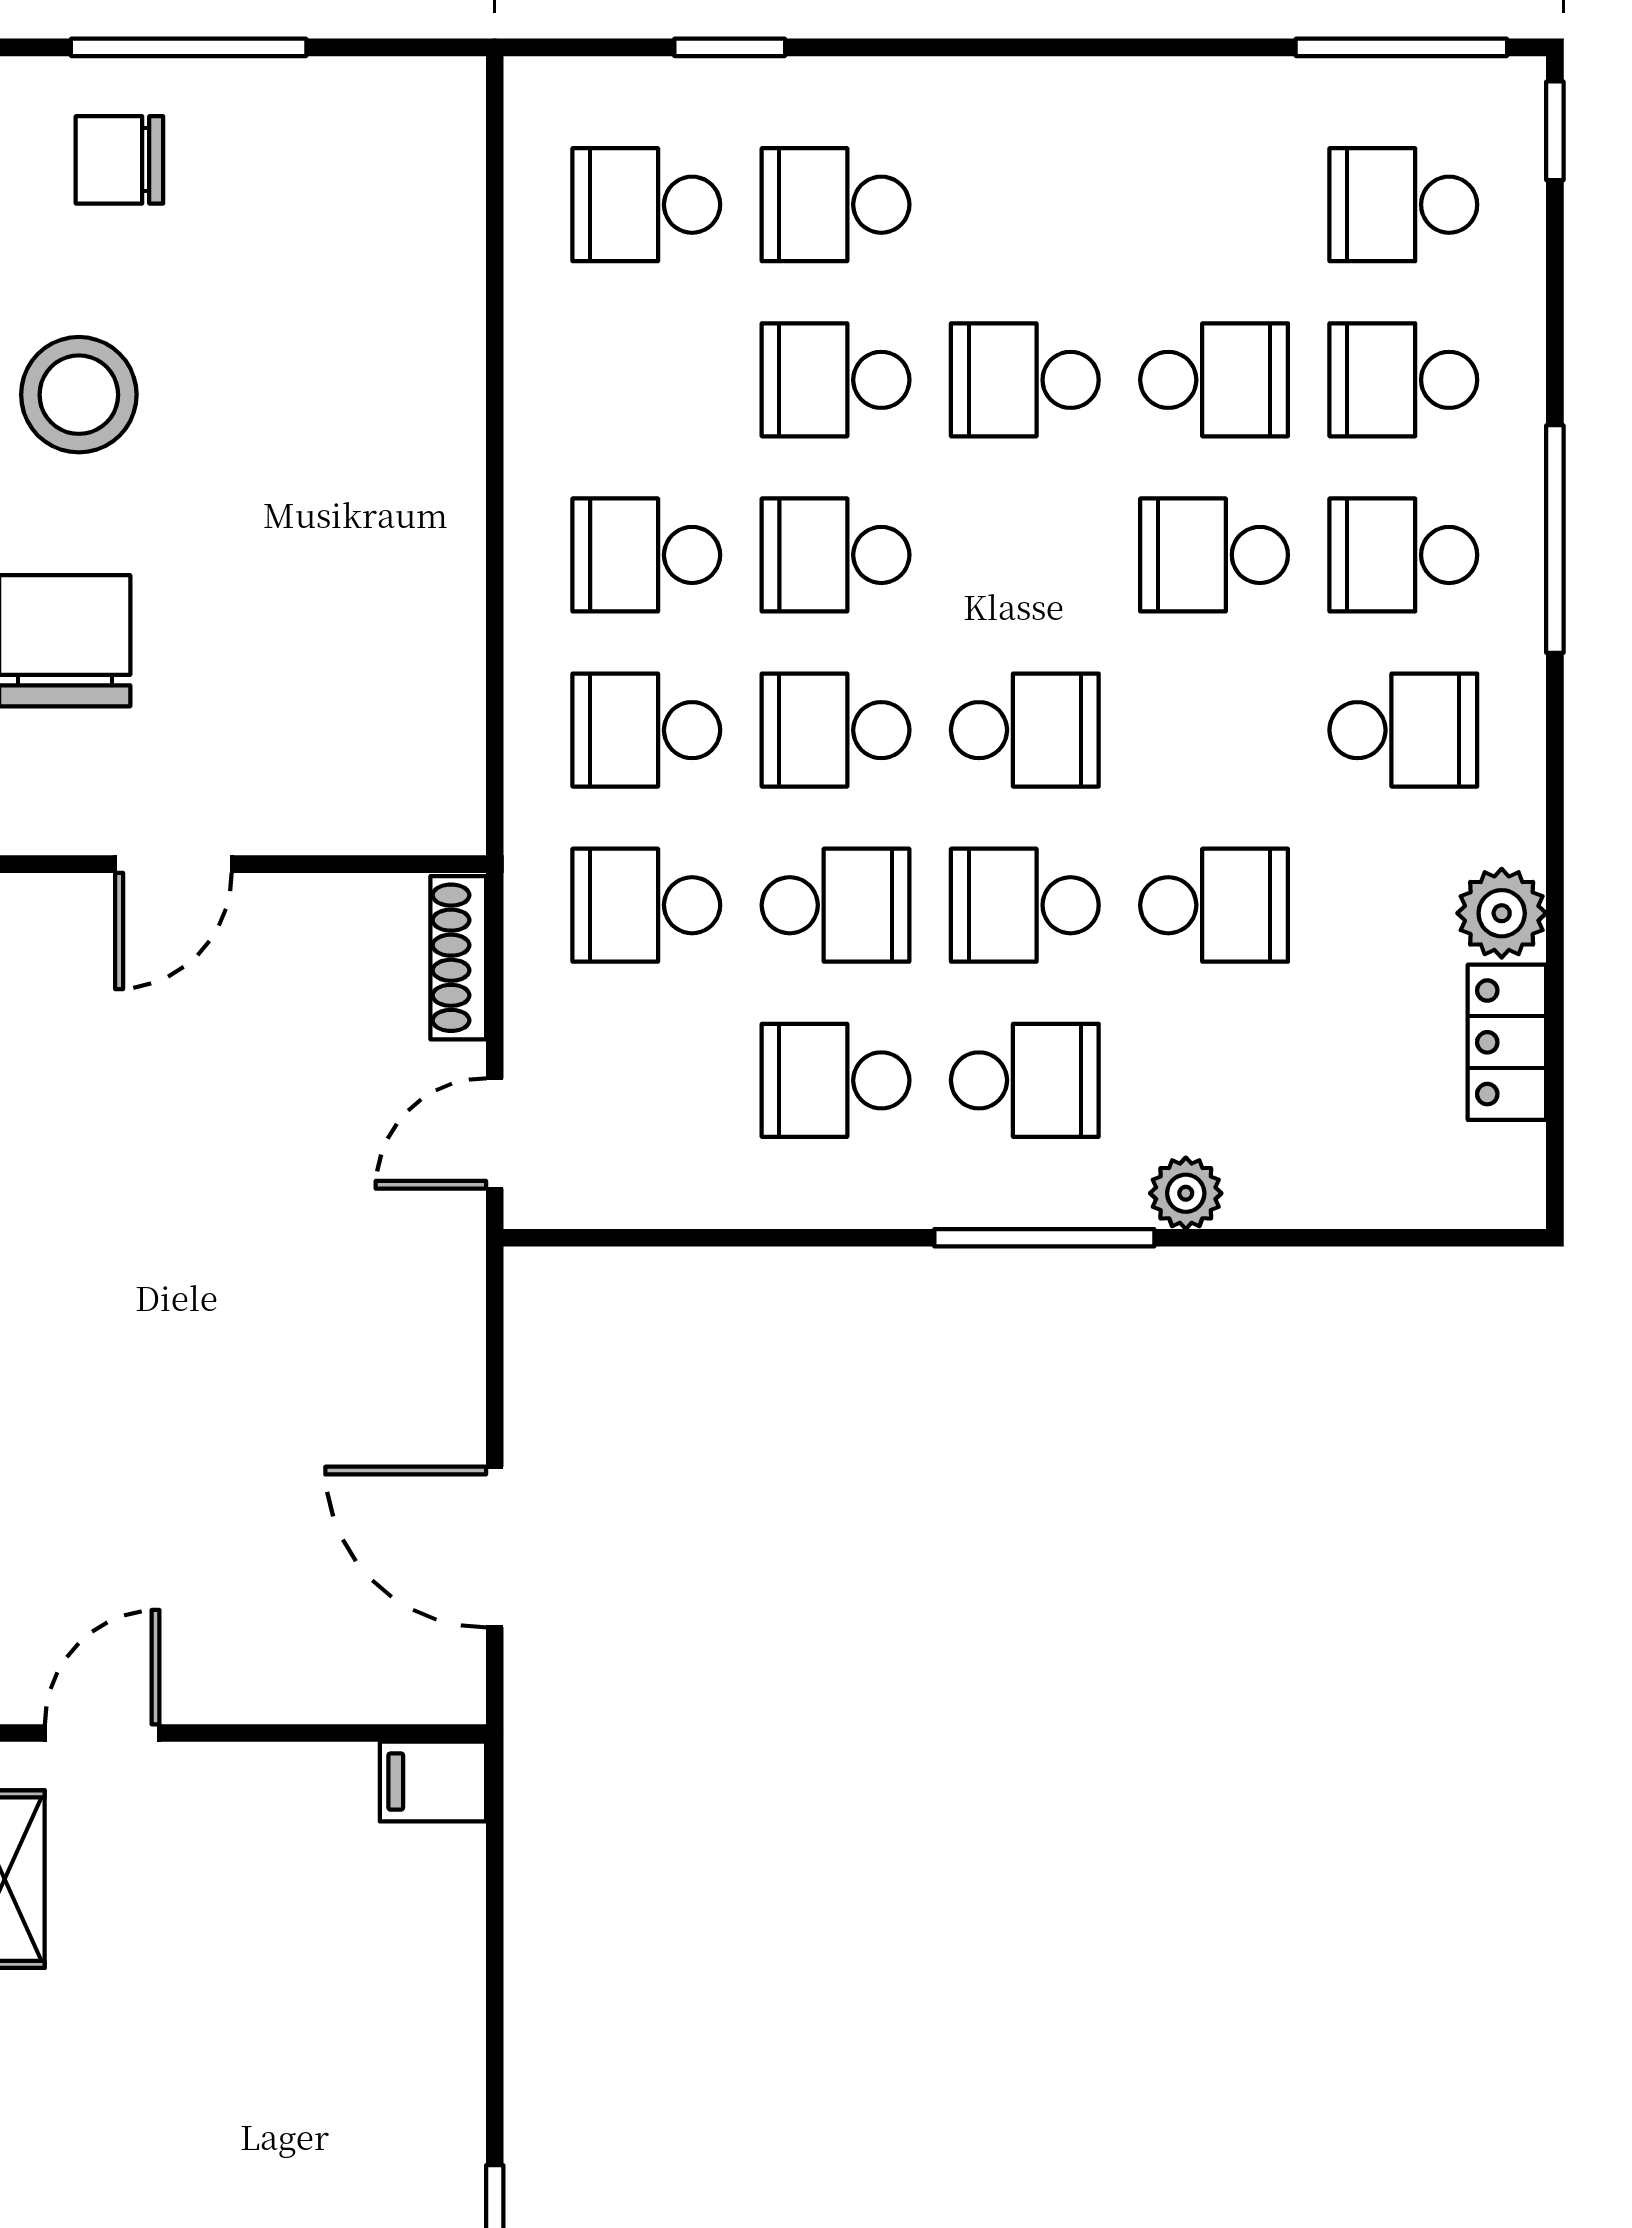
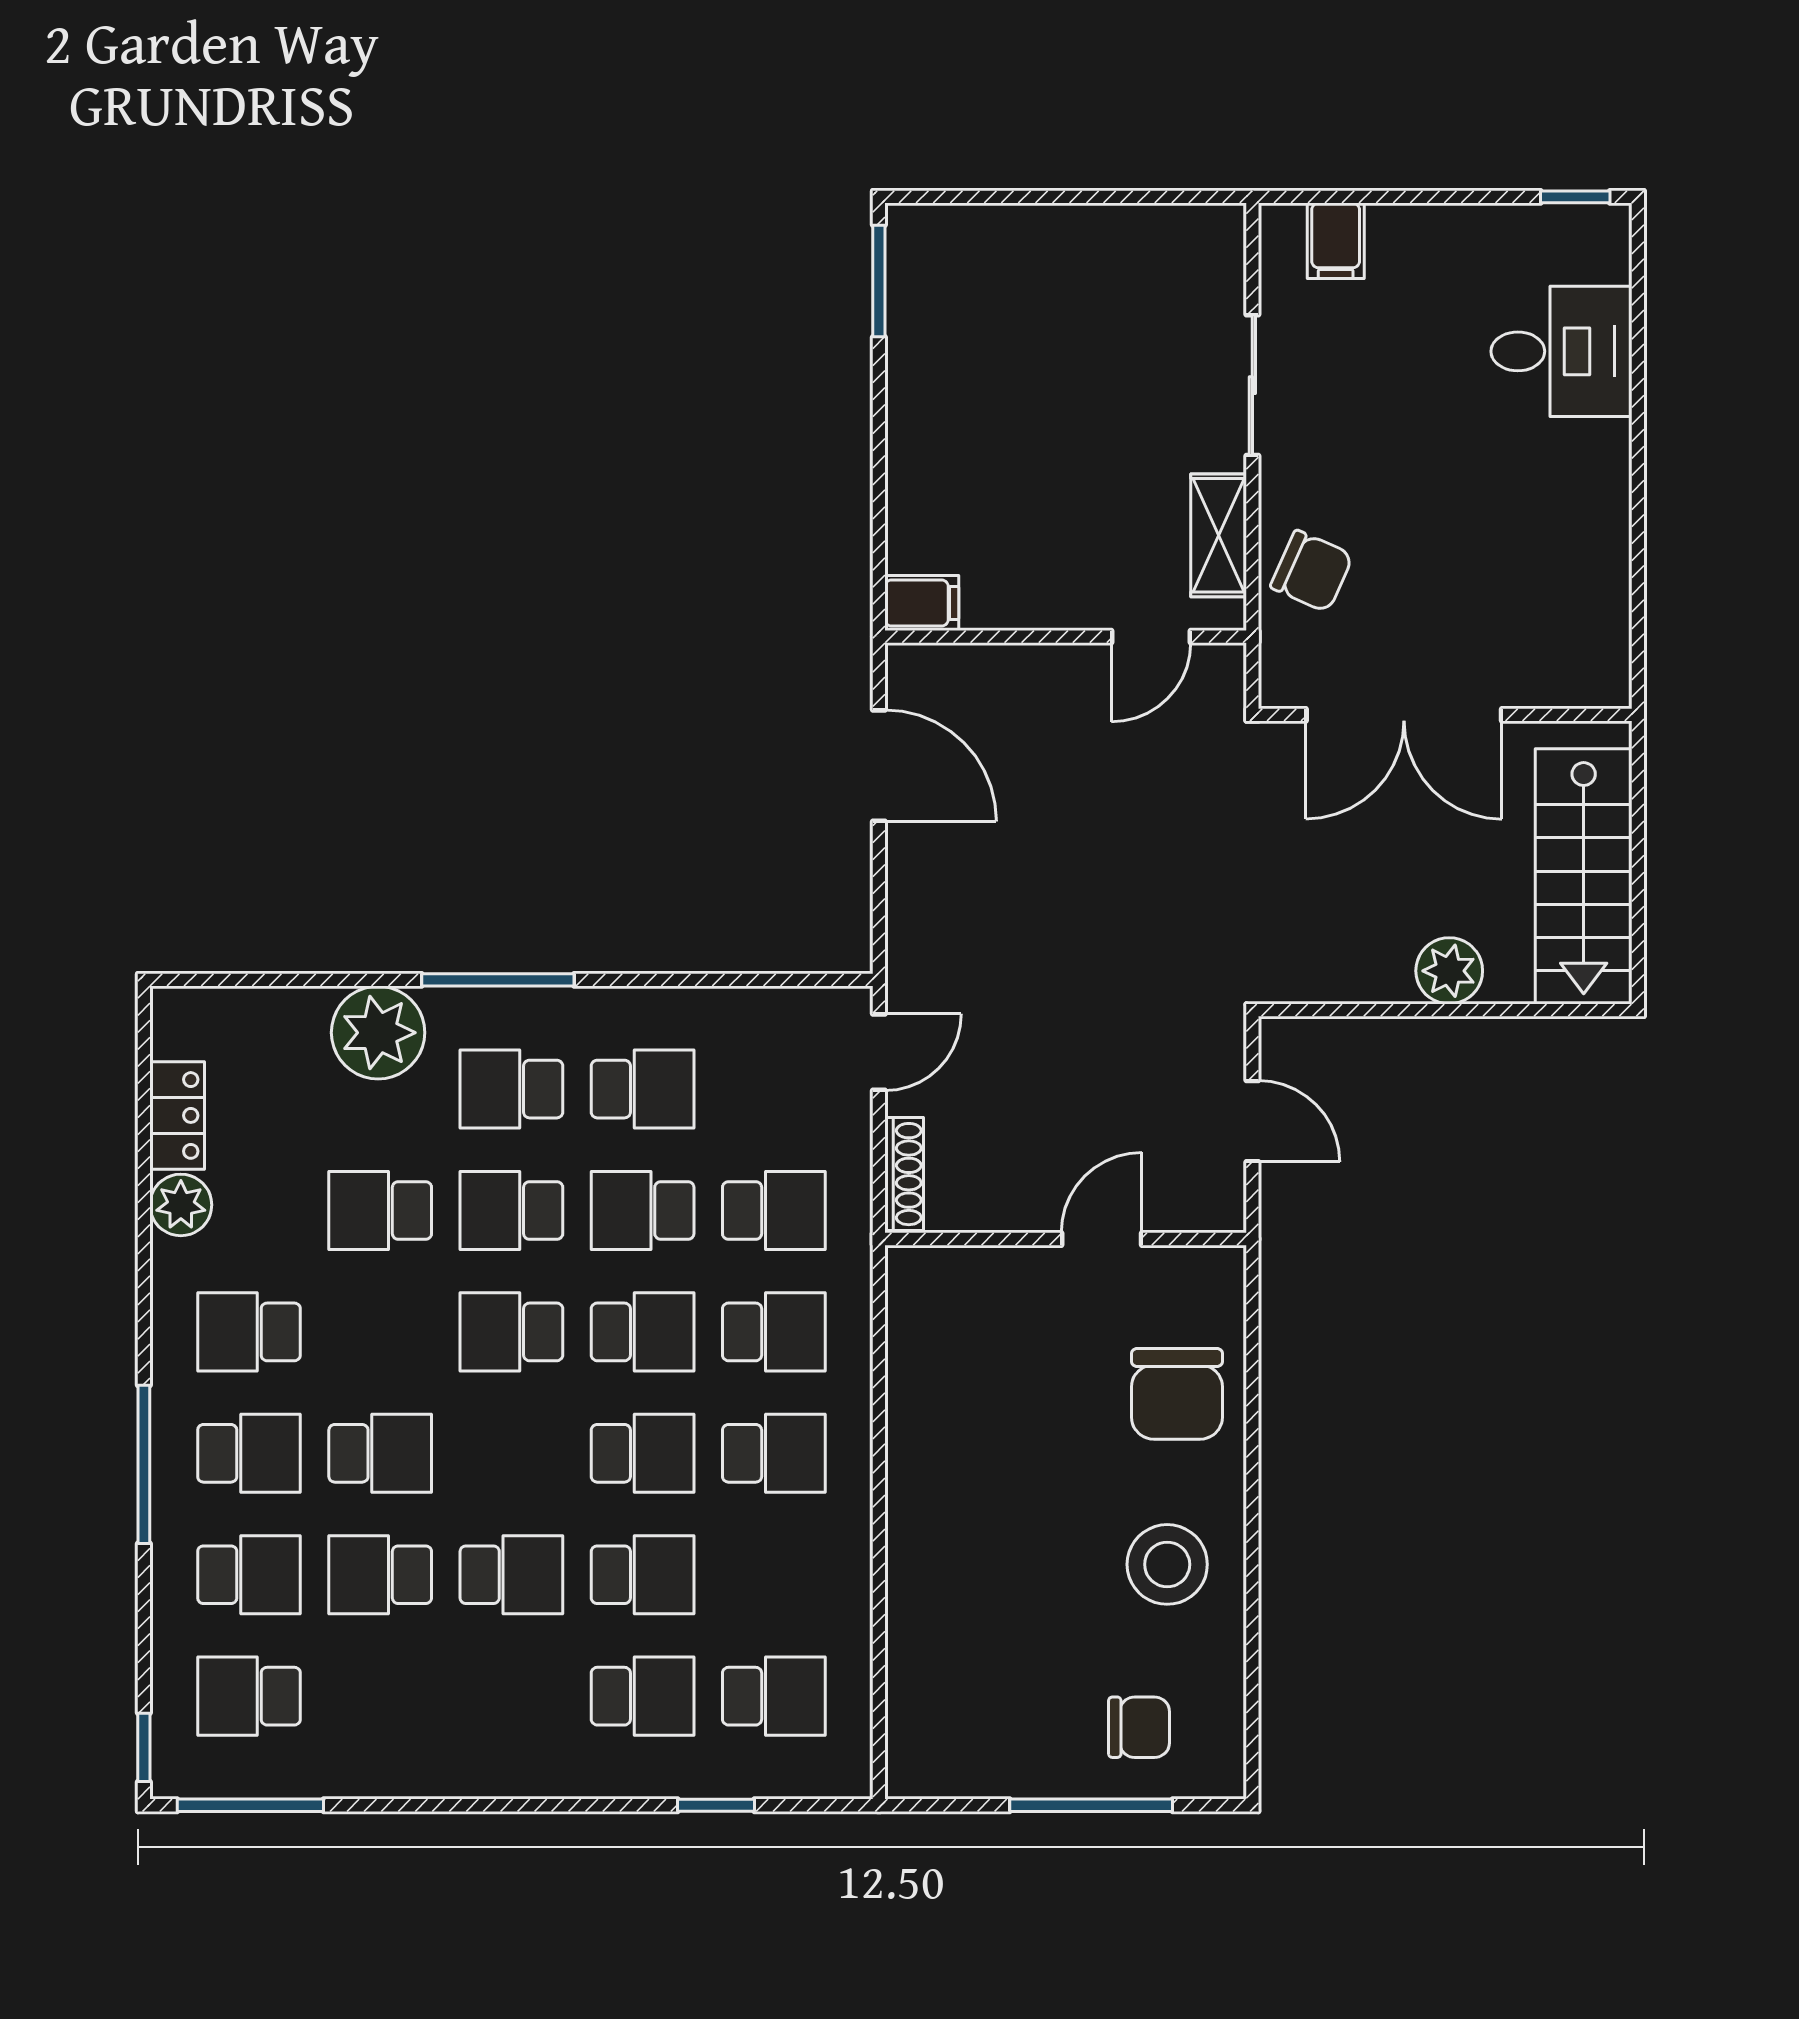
school desk: (1403, 205) -> (249, 1696), turned 180
school desk: (1025, 905) -> (511, 1210), turned 180
plant: (1186, 1193) -> (378, 1033), width x1.88, depth x1.88

